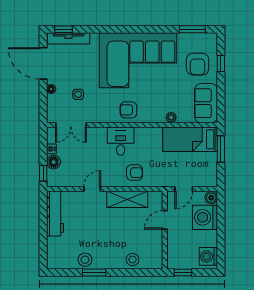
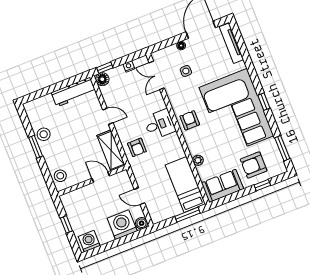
window: (63, 29) -> (264, 102), moved
floor lamp: (54, 162) -> (102, 79), moved
door: (165, 220) -> (101, 177), moved
wall: (165, 230) -> (92, 181), moved

